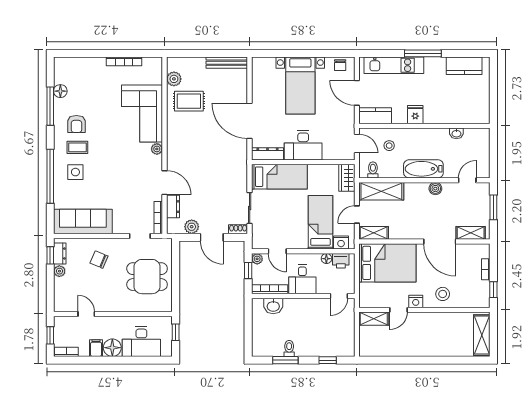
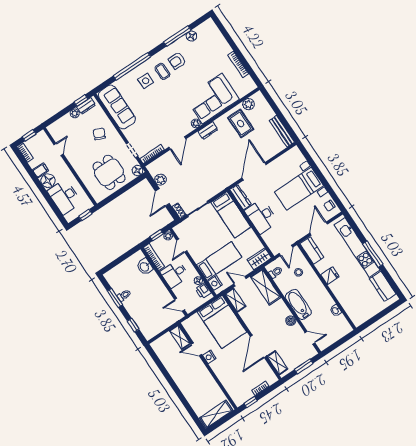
kitchen unit: (394, 65) -> (357, 248), width x1.36
dresser: (173, 207) -> (208, 131), moved
floor lamp: (165, 245) -> (138, 171), added
stool: (443, 294) -> (226, 371), removed

